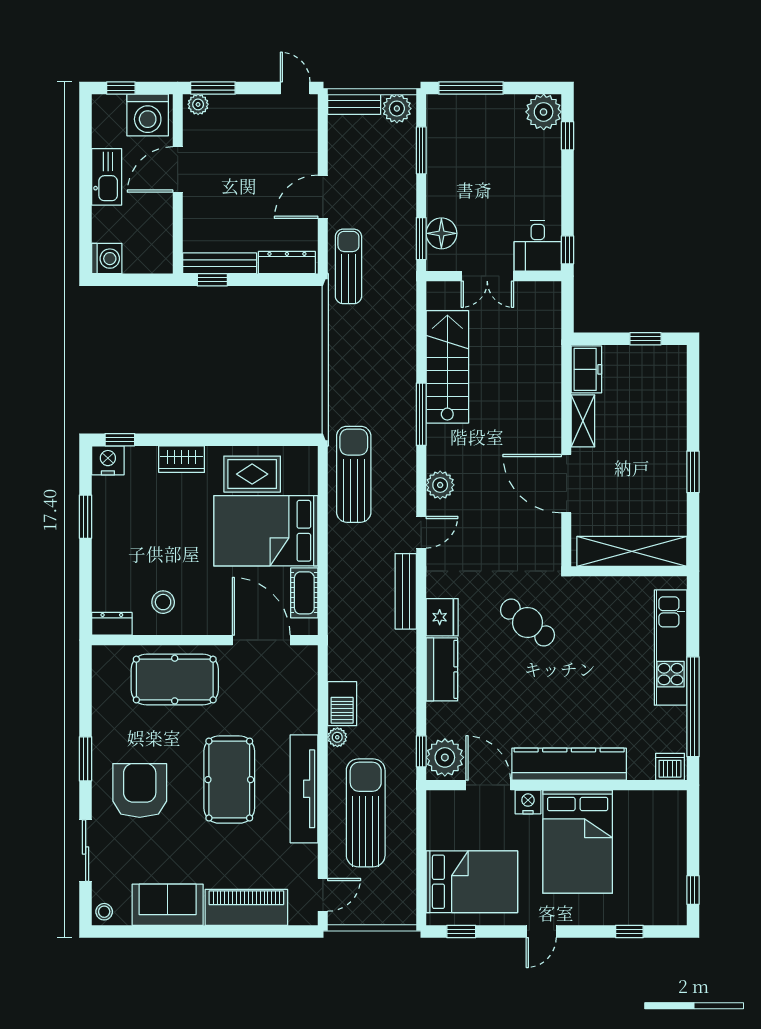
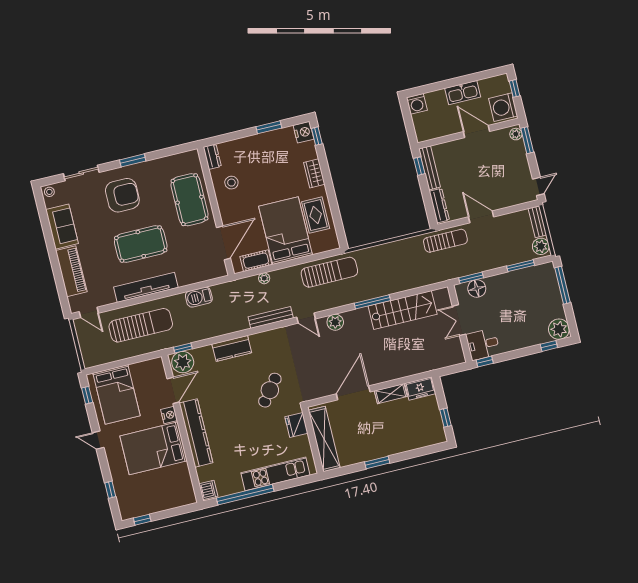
fridge: (442, 617) -> (296, 425), moved, turned 90
plant: (337, 737) -> (264, 278), moved

